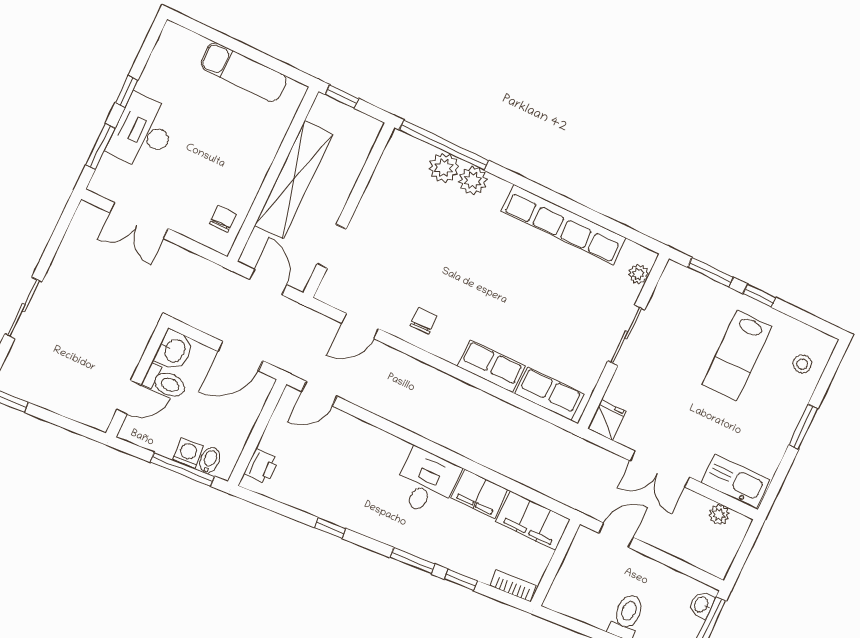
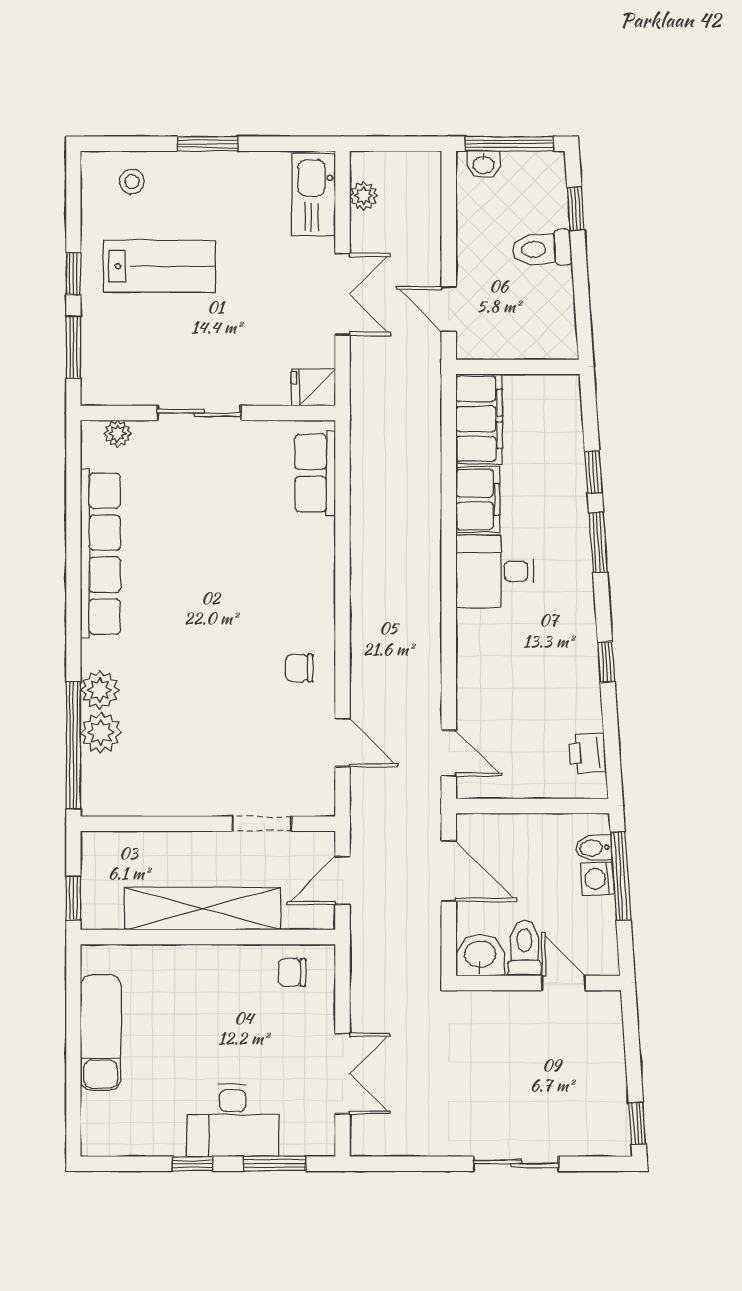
row of seats: (491, 366) -> (315, 560), removed
printer: (261, 467) -> (587, 753), moved, turned -94
bookcase: (513, 586) -> (570, 405), removed

